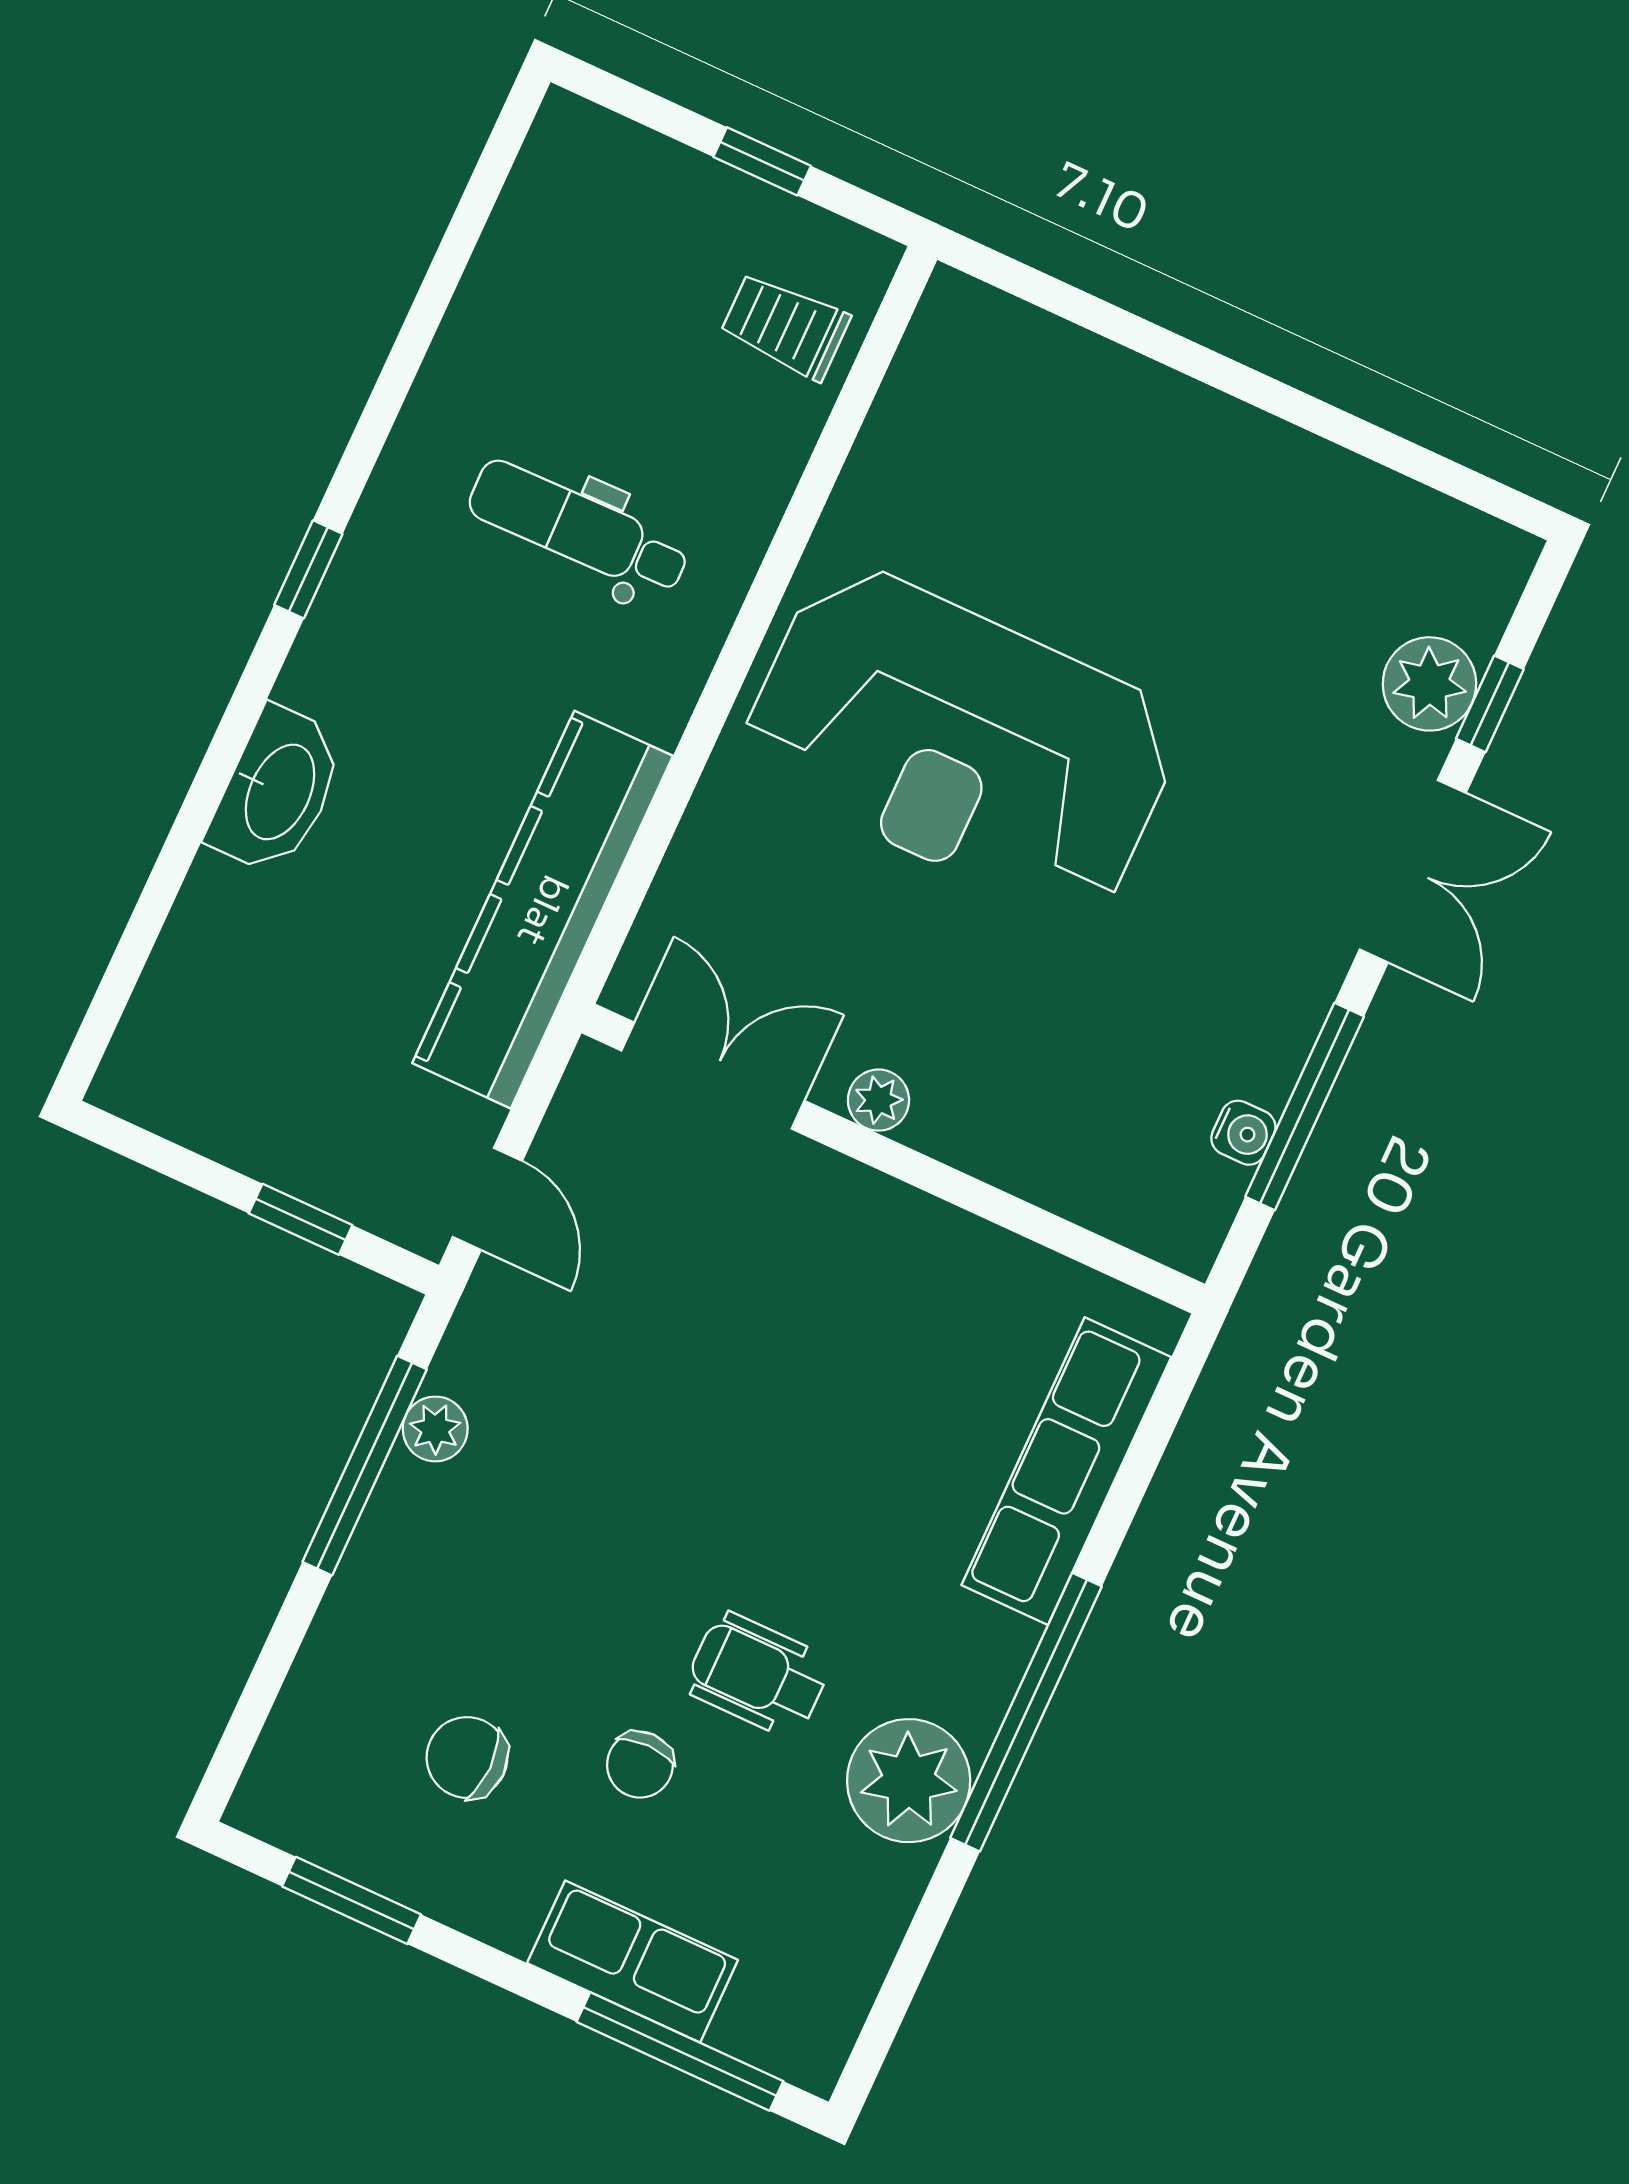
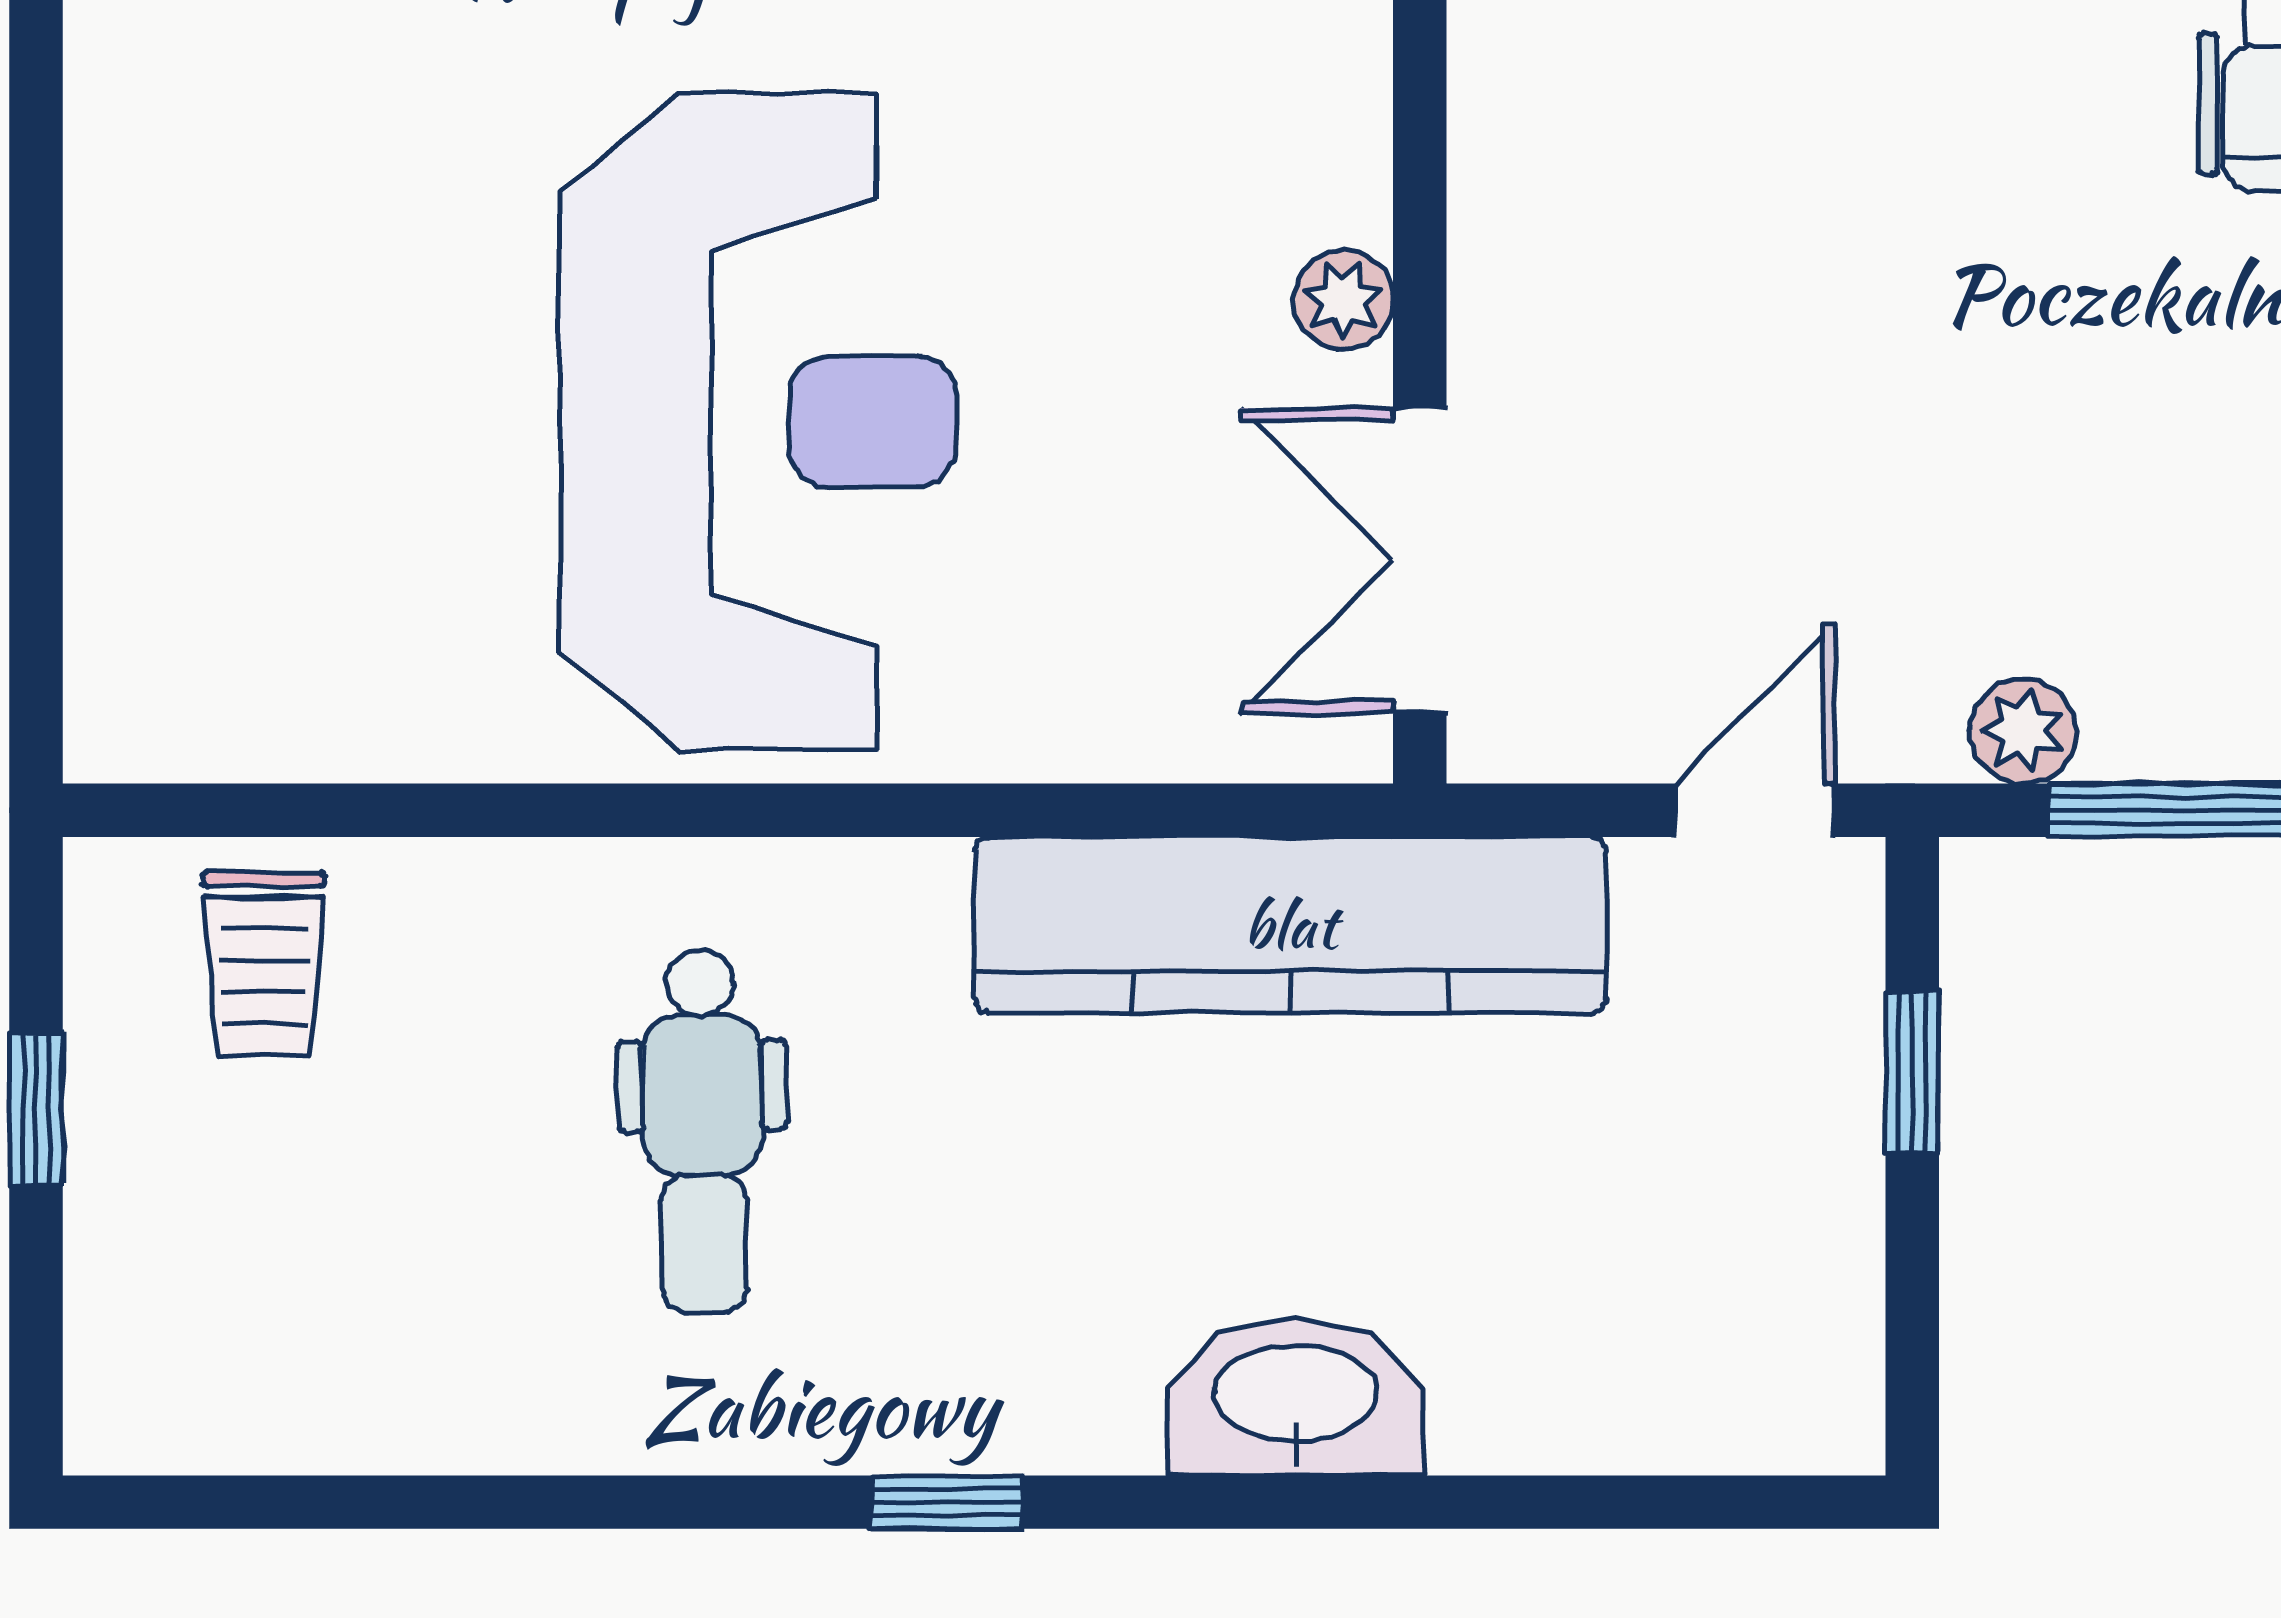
plant: (435, 1429) -> (2023, 731), moved

